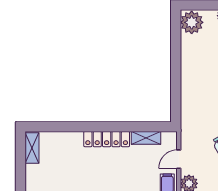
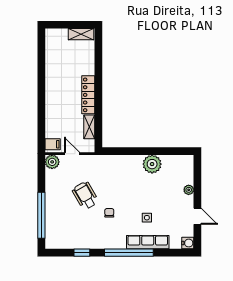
plant: (192, 22) -> (152, 164), moved

